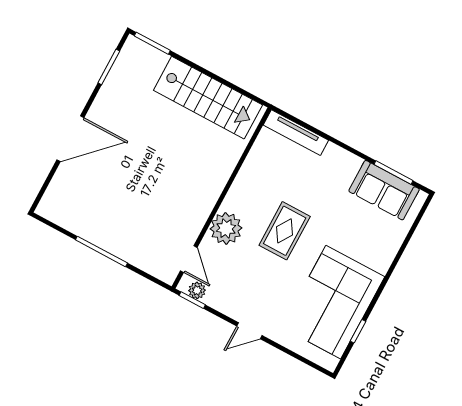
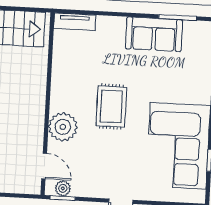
tv unit: (296, 133) -> (75, 22), width x0.71
sofa: (384, 190) -> (154, 34), moved

